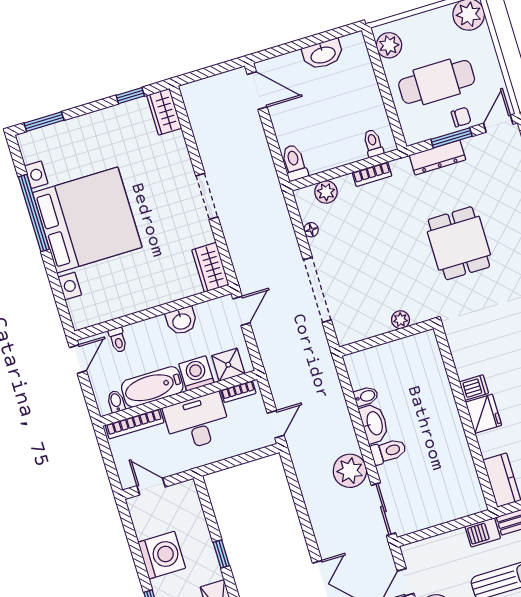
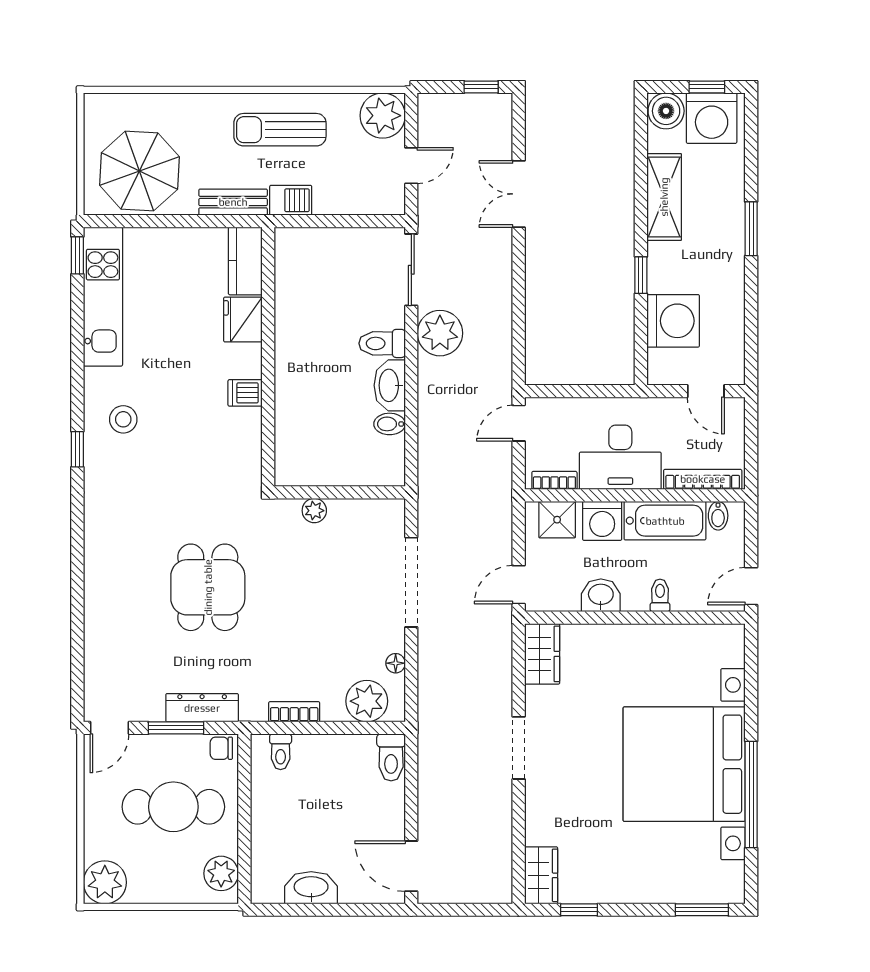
chair: (461, 117) -> (221, 748), moved
plant: (326, 192) -> (367, 701), width x1.36, depth x1.36
toilet: (118, 340) -> (660, 595), moved
fridge: (484, 414) -> (243, 320), moved
washing machine: (162, 555) -> (673, 321), moved, turned 180

